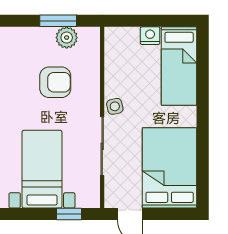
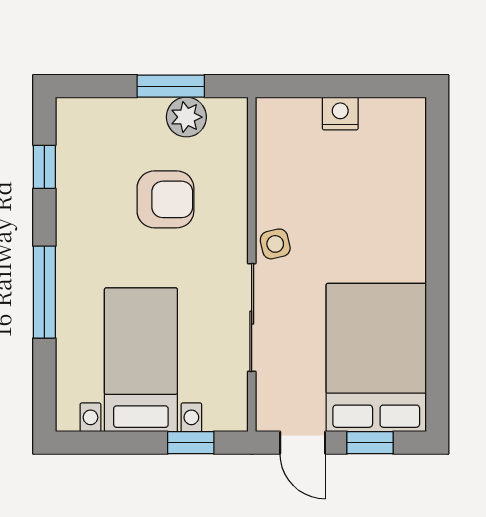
bed: (179, 66) -> (394, 170), removed
window: (166, 214) -> (370, 443), added

